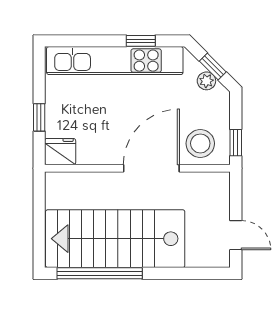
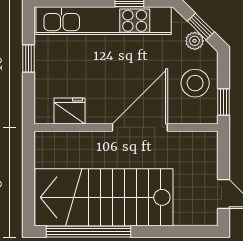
window: (39, 117) -> (29, 58), moved
stool: (200, 143) -> (195, 83), moved
fridge: (60, 152) -> (69, 111), moved

